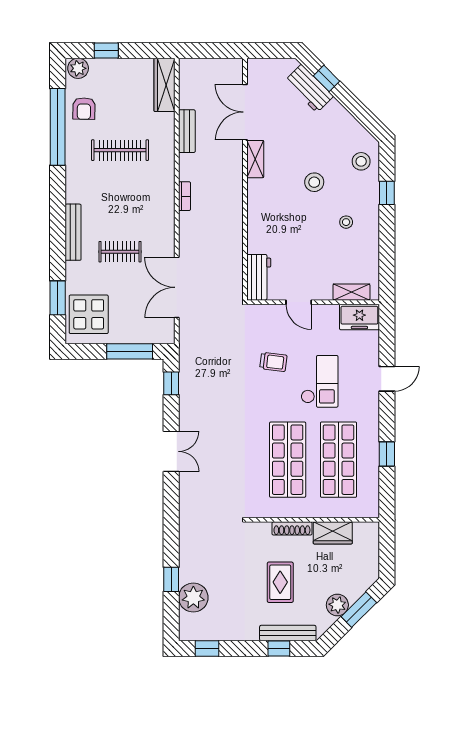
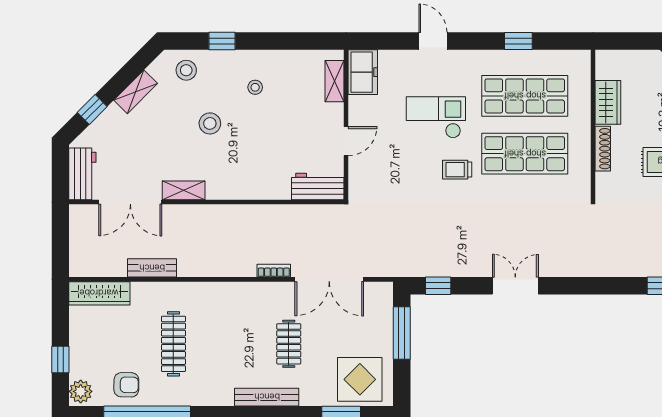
workbench: (309, 88) -> (82, 174), moved, turned -45
shelving: (342, 117) -> (136, 92), added
bookcase: (185, 196) -> (274, 271), moved
trolley: (273, 362) -> (457, 170), moved, turned -97

